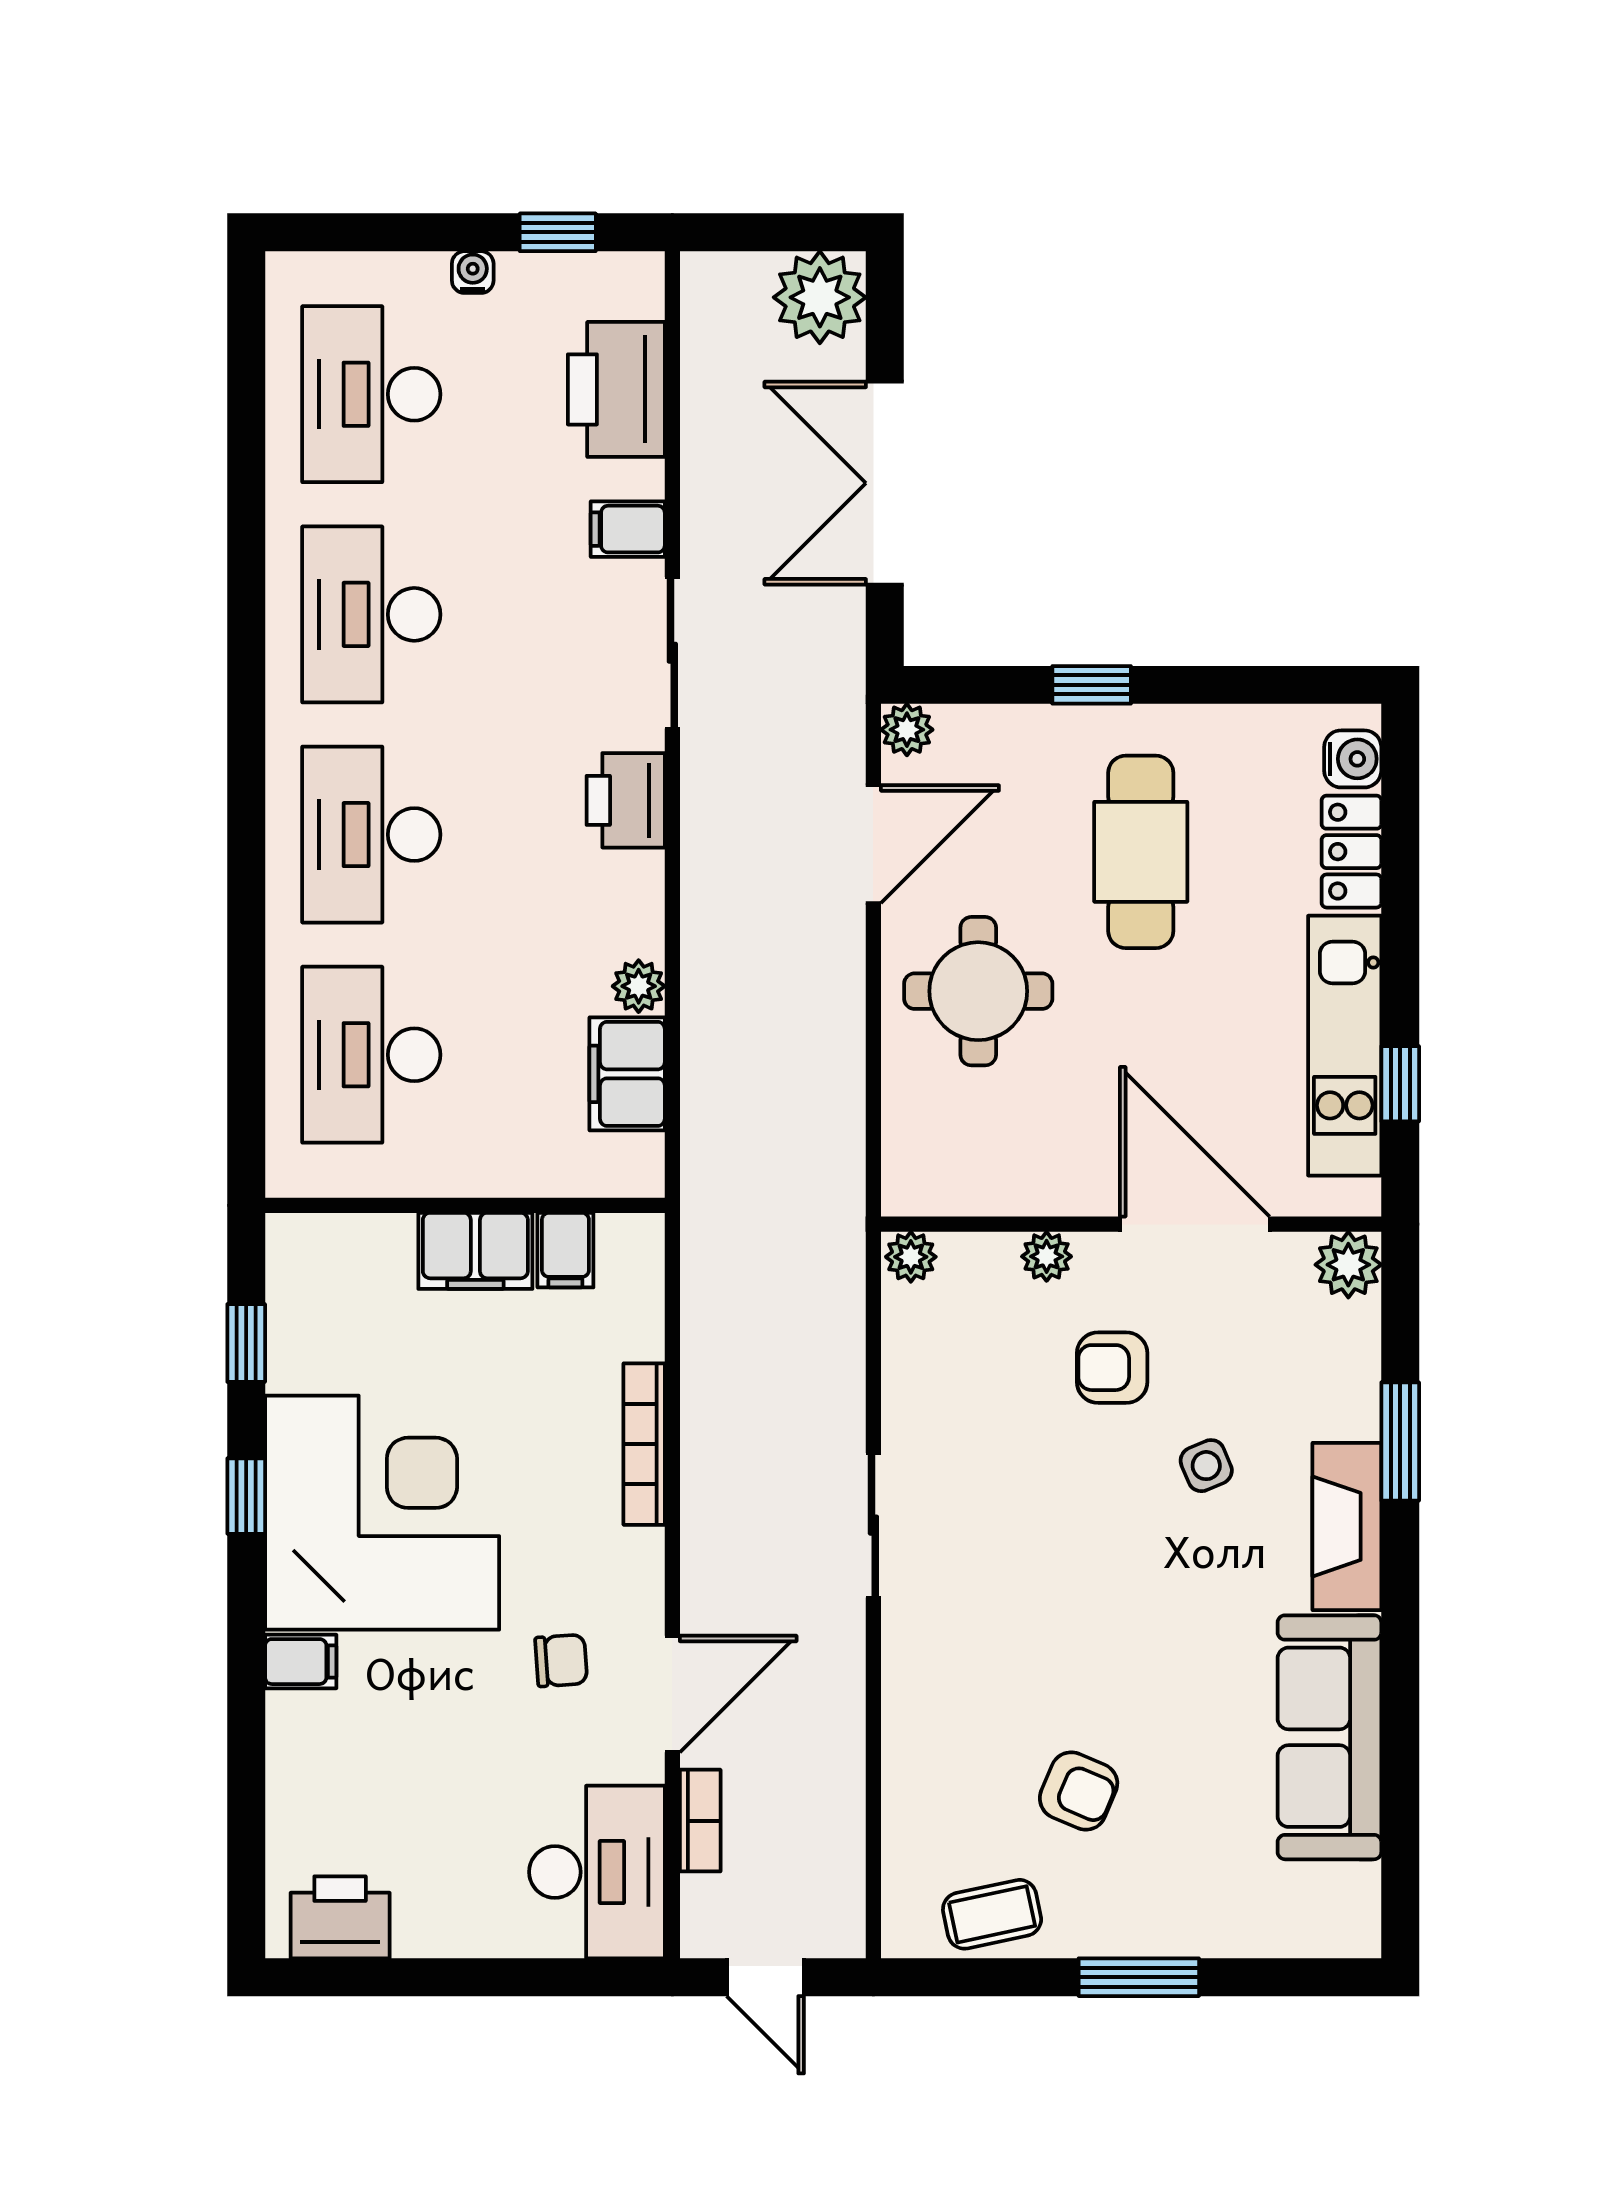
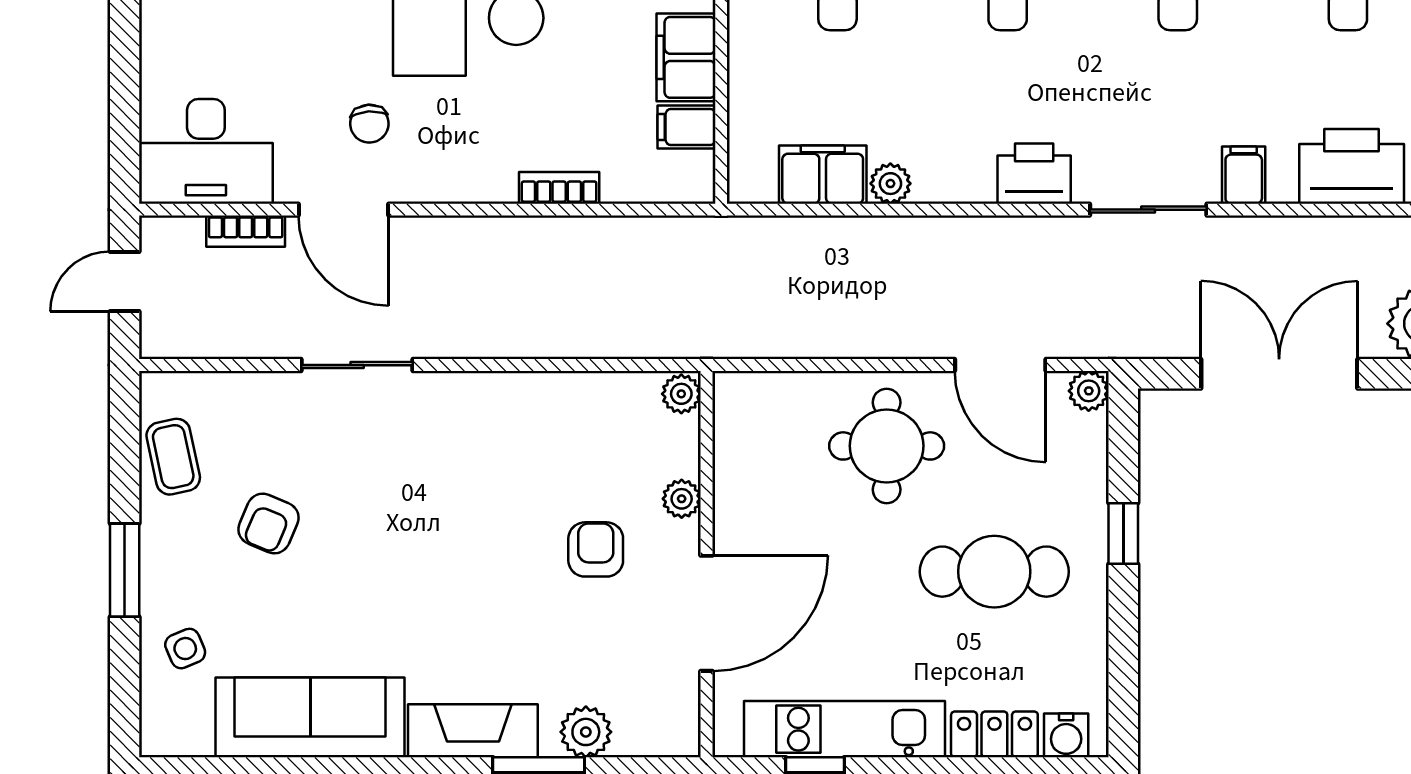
plant: (1348, 1265) -> (586, 732), moved
bookcase: (644, 1444) -> (559, 188), width x0.64
side table: (1206, 1466) -> (185, 649), moved
sliding door: (873, 1525) -> (357, 365), moved

